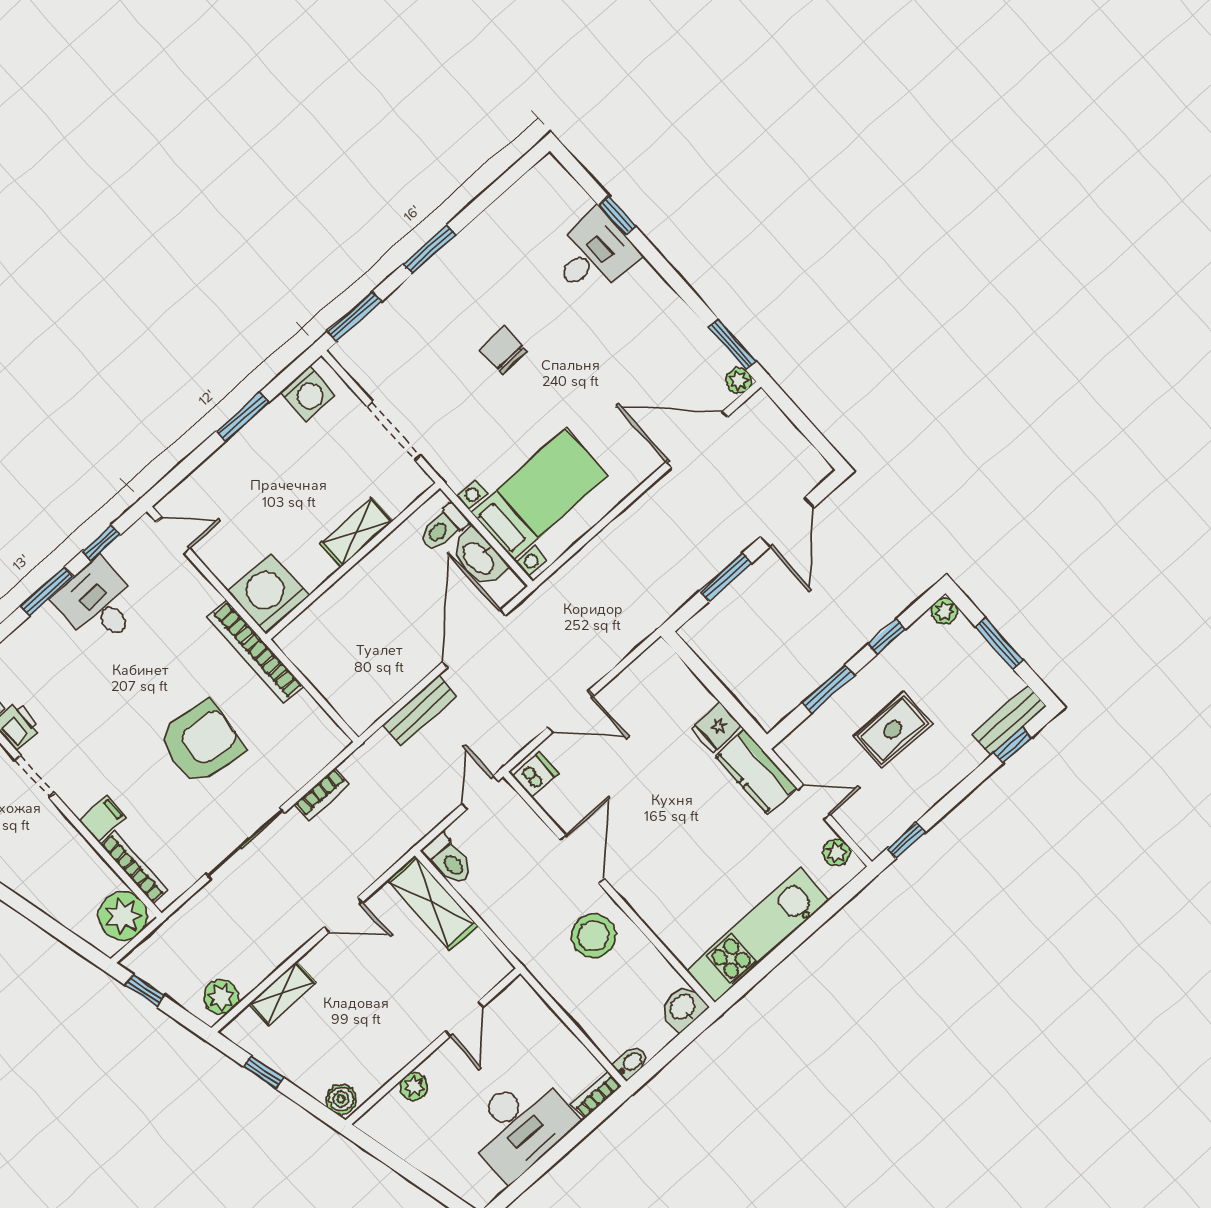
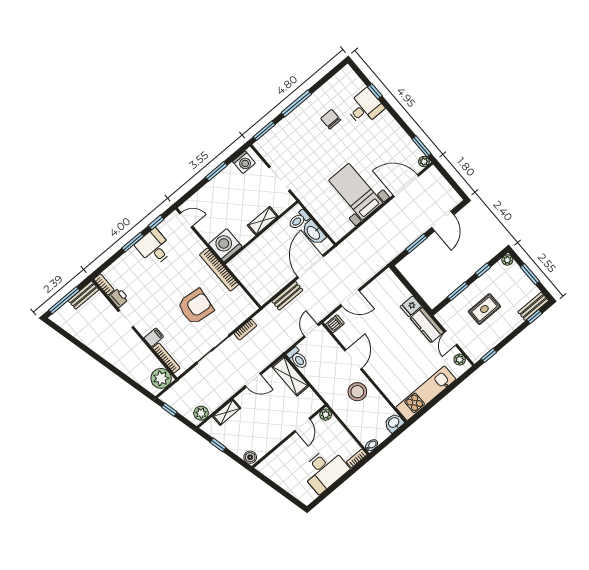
window: (430, 249) -> (296, 103), width x1.44
chair: (504, 350) -> (331, 119), moved
bed with nightstands: (539, 494) -> (356, 192), moved, turned -90
door: (814, 802) -> (451, 338), swing flipped
plant: (414, 1087) -> (326, 415), moved

